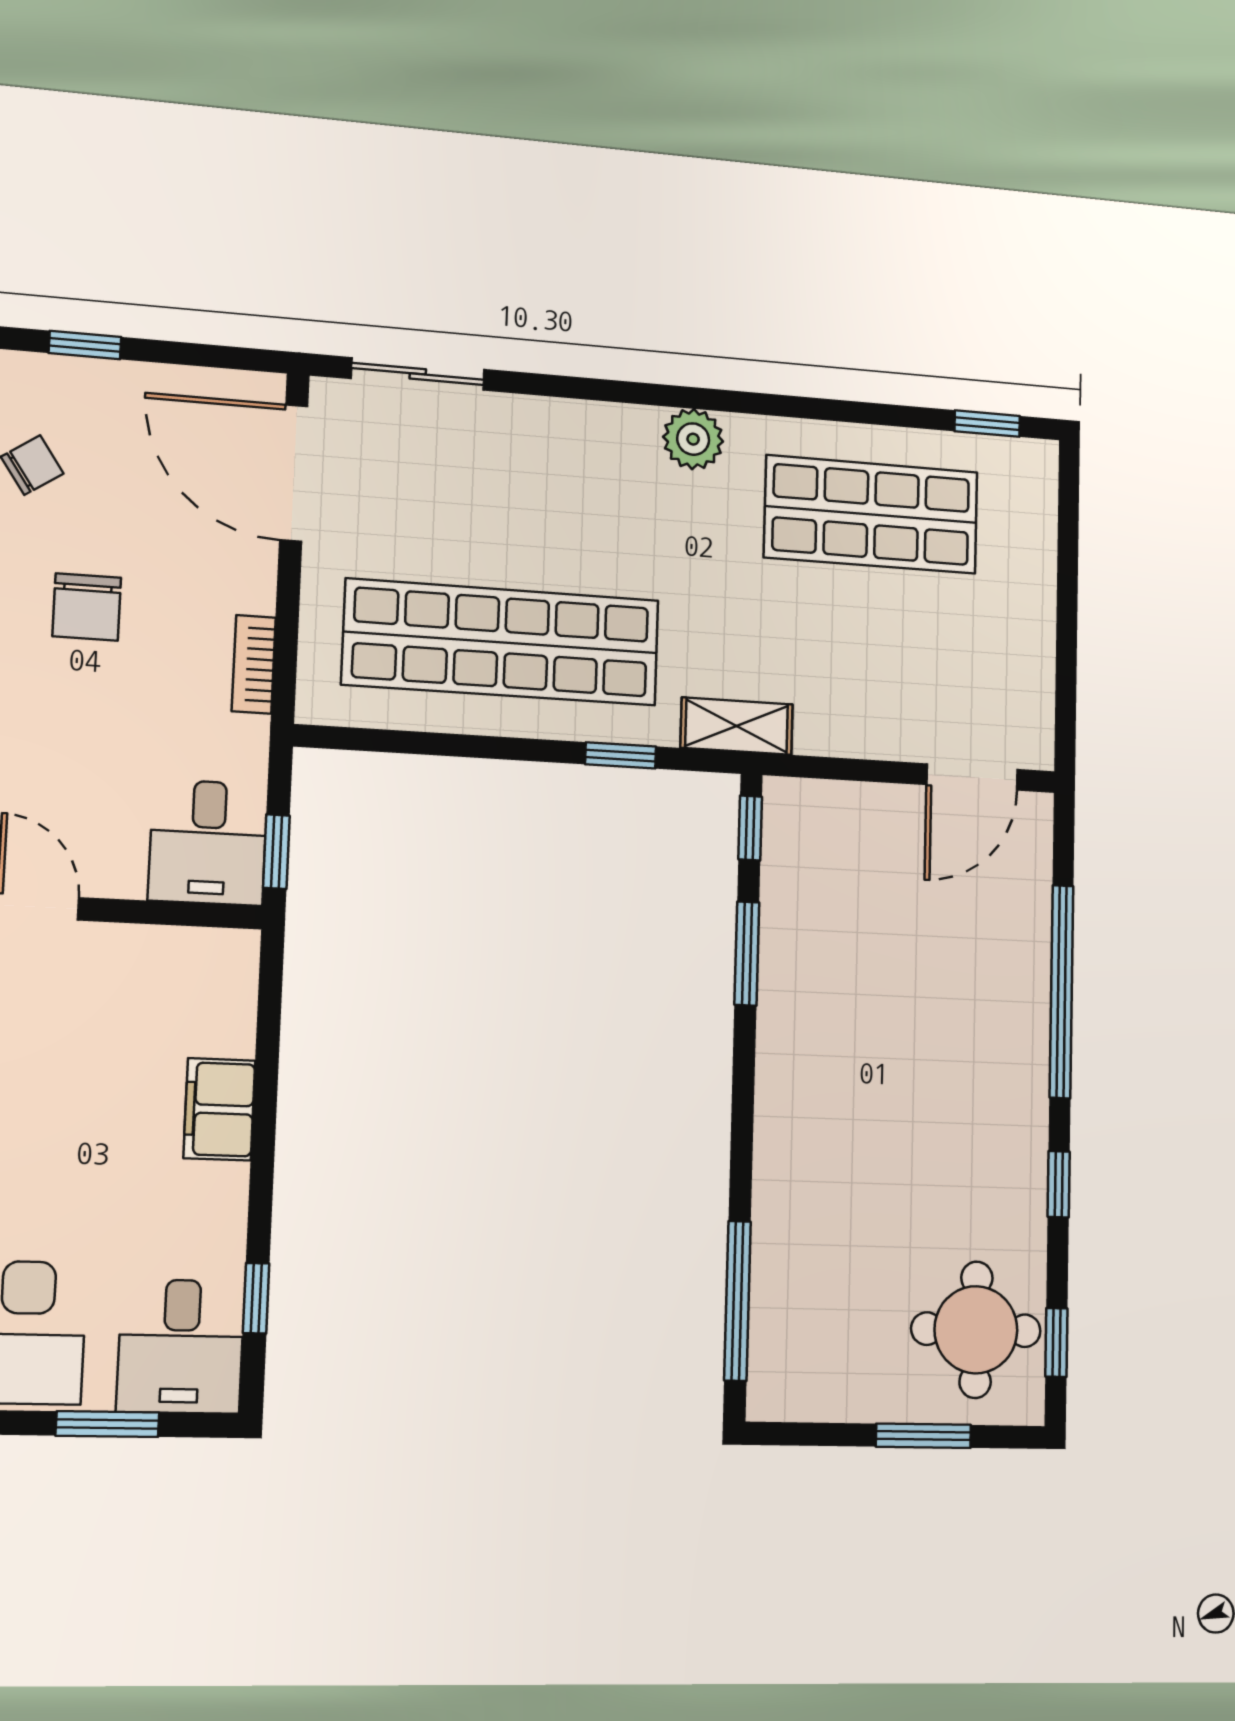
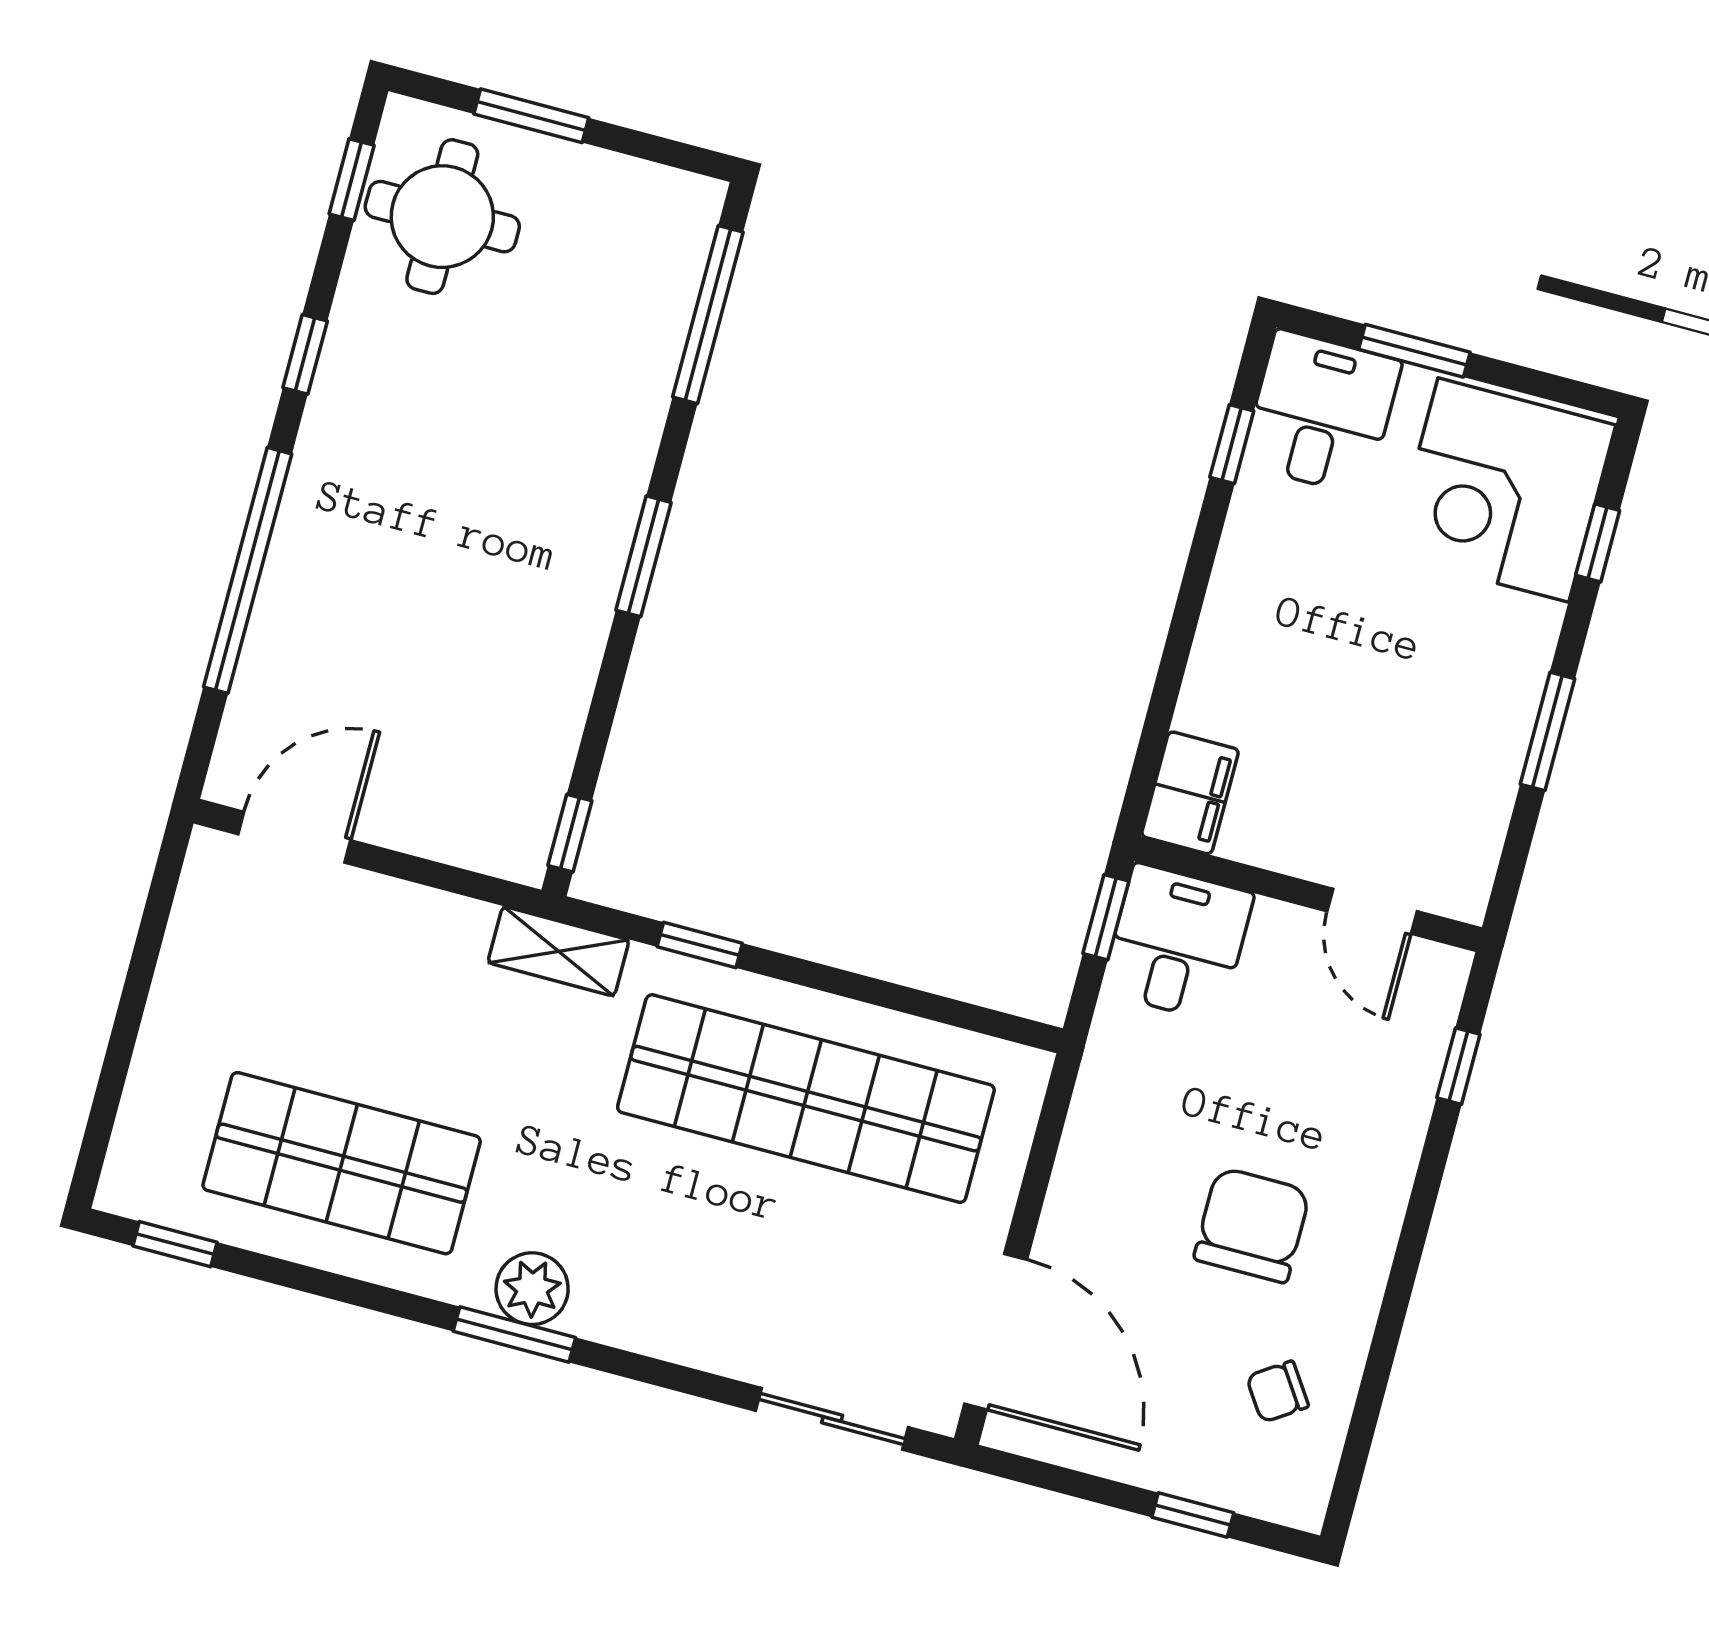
window: (699, 398) -> (514, 1334), added
chair: (87, 607) -> (1252, 1225), width x1.37, depth x1.37
bookcase: (254, 664) -> (1086, 1127), removed
window: (747, 953) -> (644, 556), moved
filing cabinet: (219, 1109) -> (1190, 793), moved

